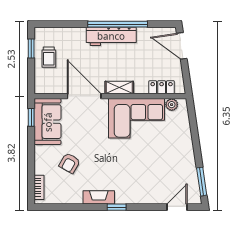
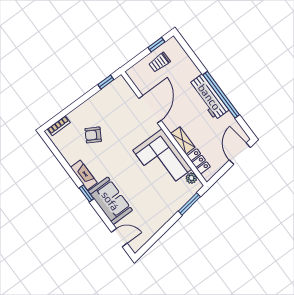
shelving: (119, 88) -> (183, 140), moved
sofa: (48, 122) -> (110, 201), moved, turned -90
window: (202, 182) -> (189, 204), moved

